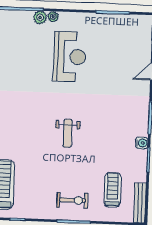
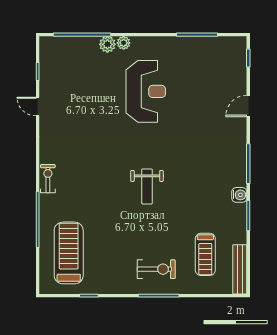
treadmill: (113, 190) -> (205, 254), turned 180

